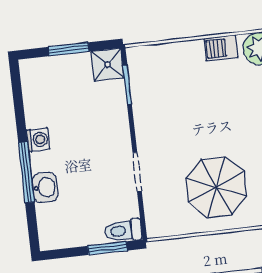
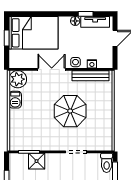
shower: (108, 65) -> (37, 161), moved
parasol: (216, 187) -> (70, 111), moved

